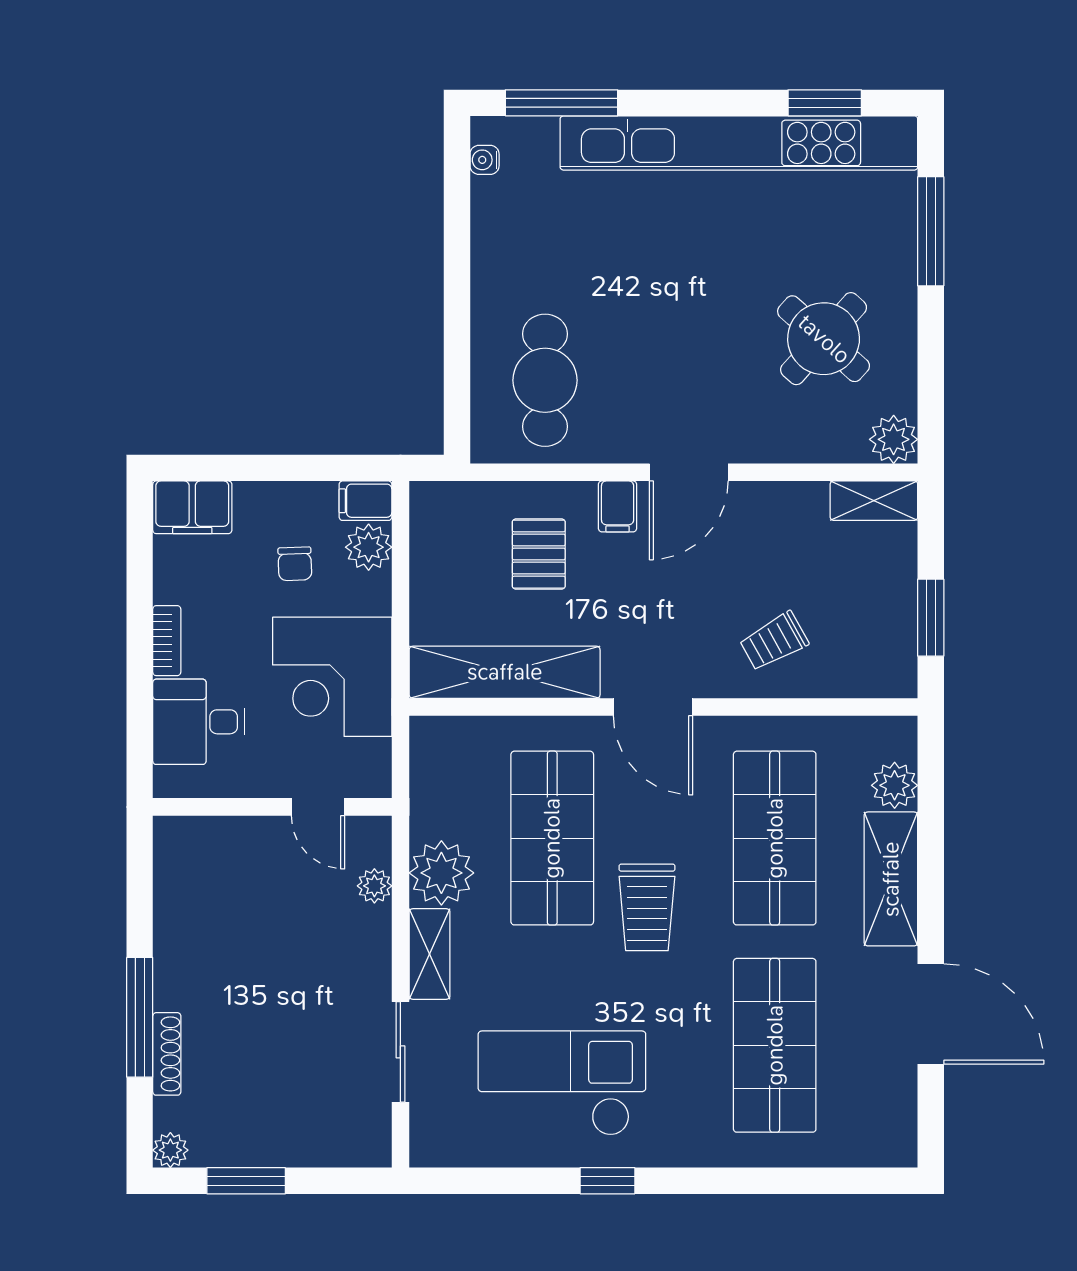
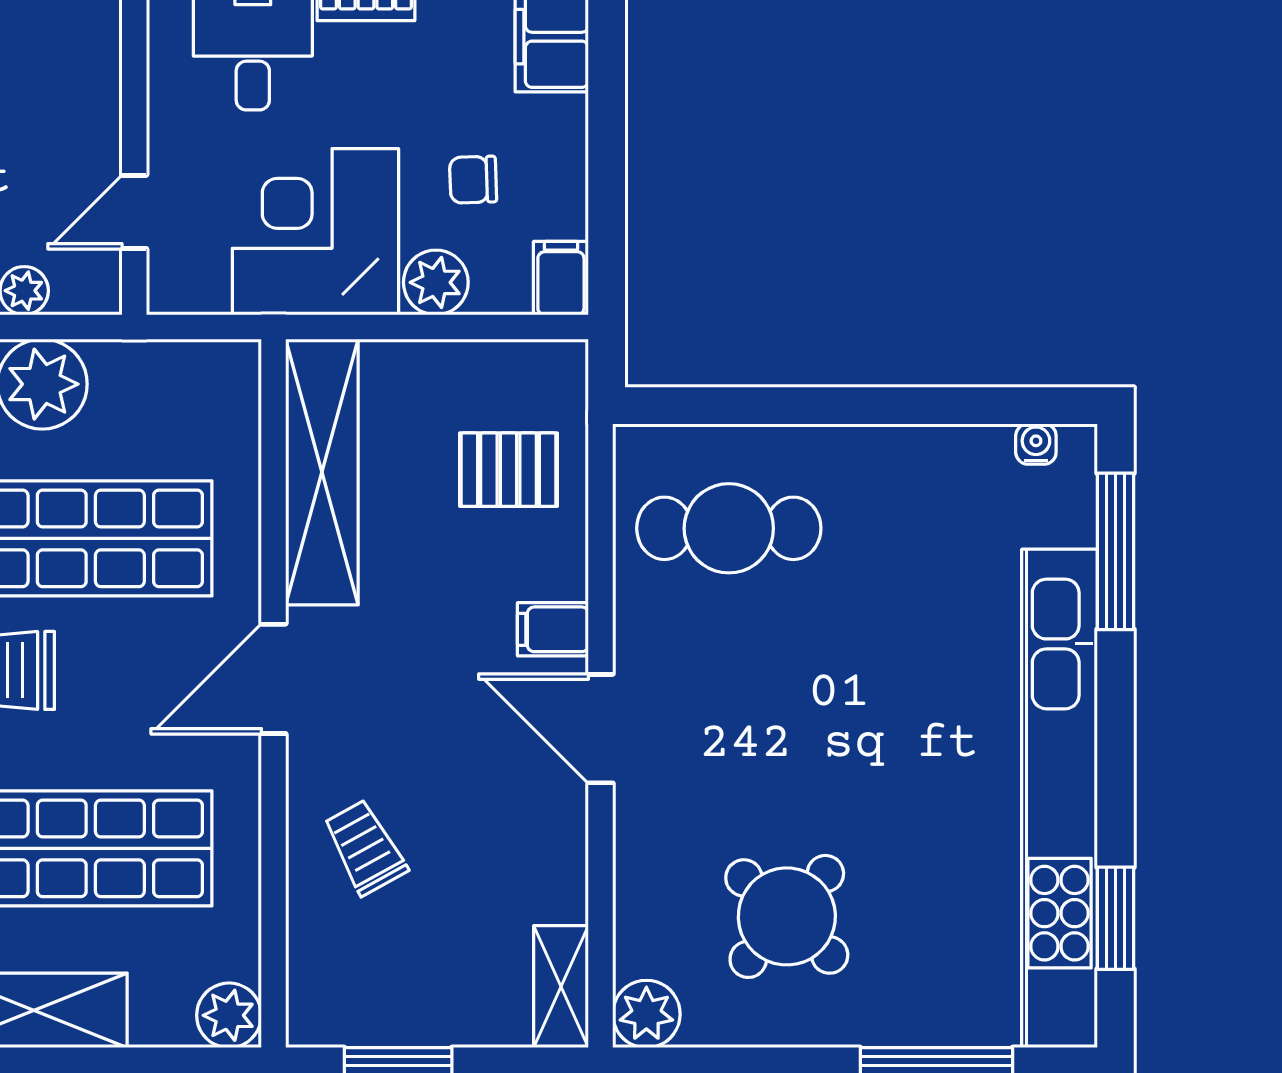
plant: (369, 547) -> (436, 282), moved
pallet: (539, 554) -> (508, 470), moved
plant: (895, 785) -> (229, 1015), moved

